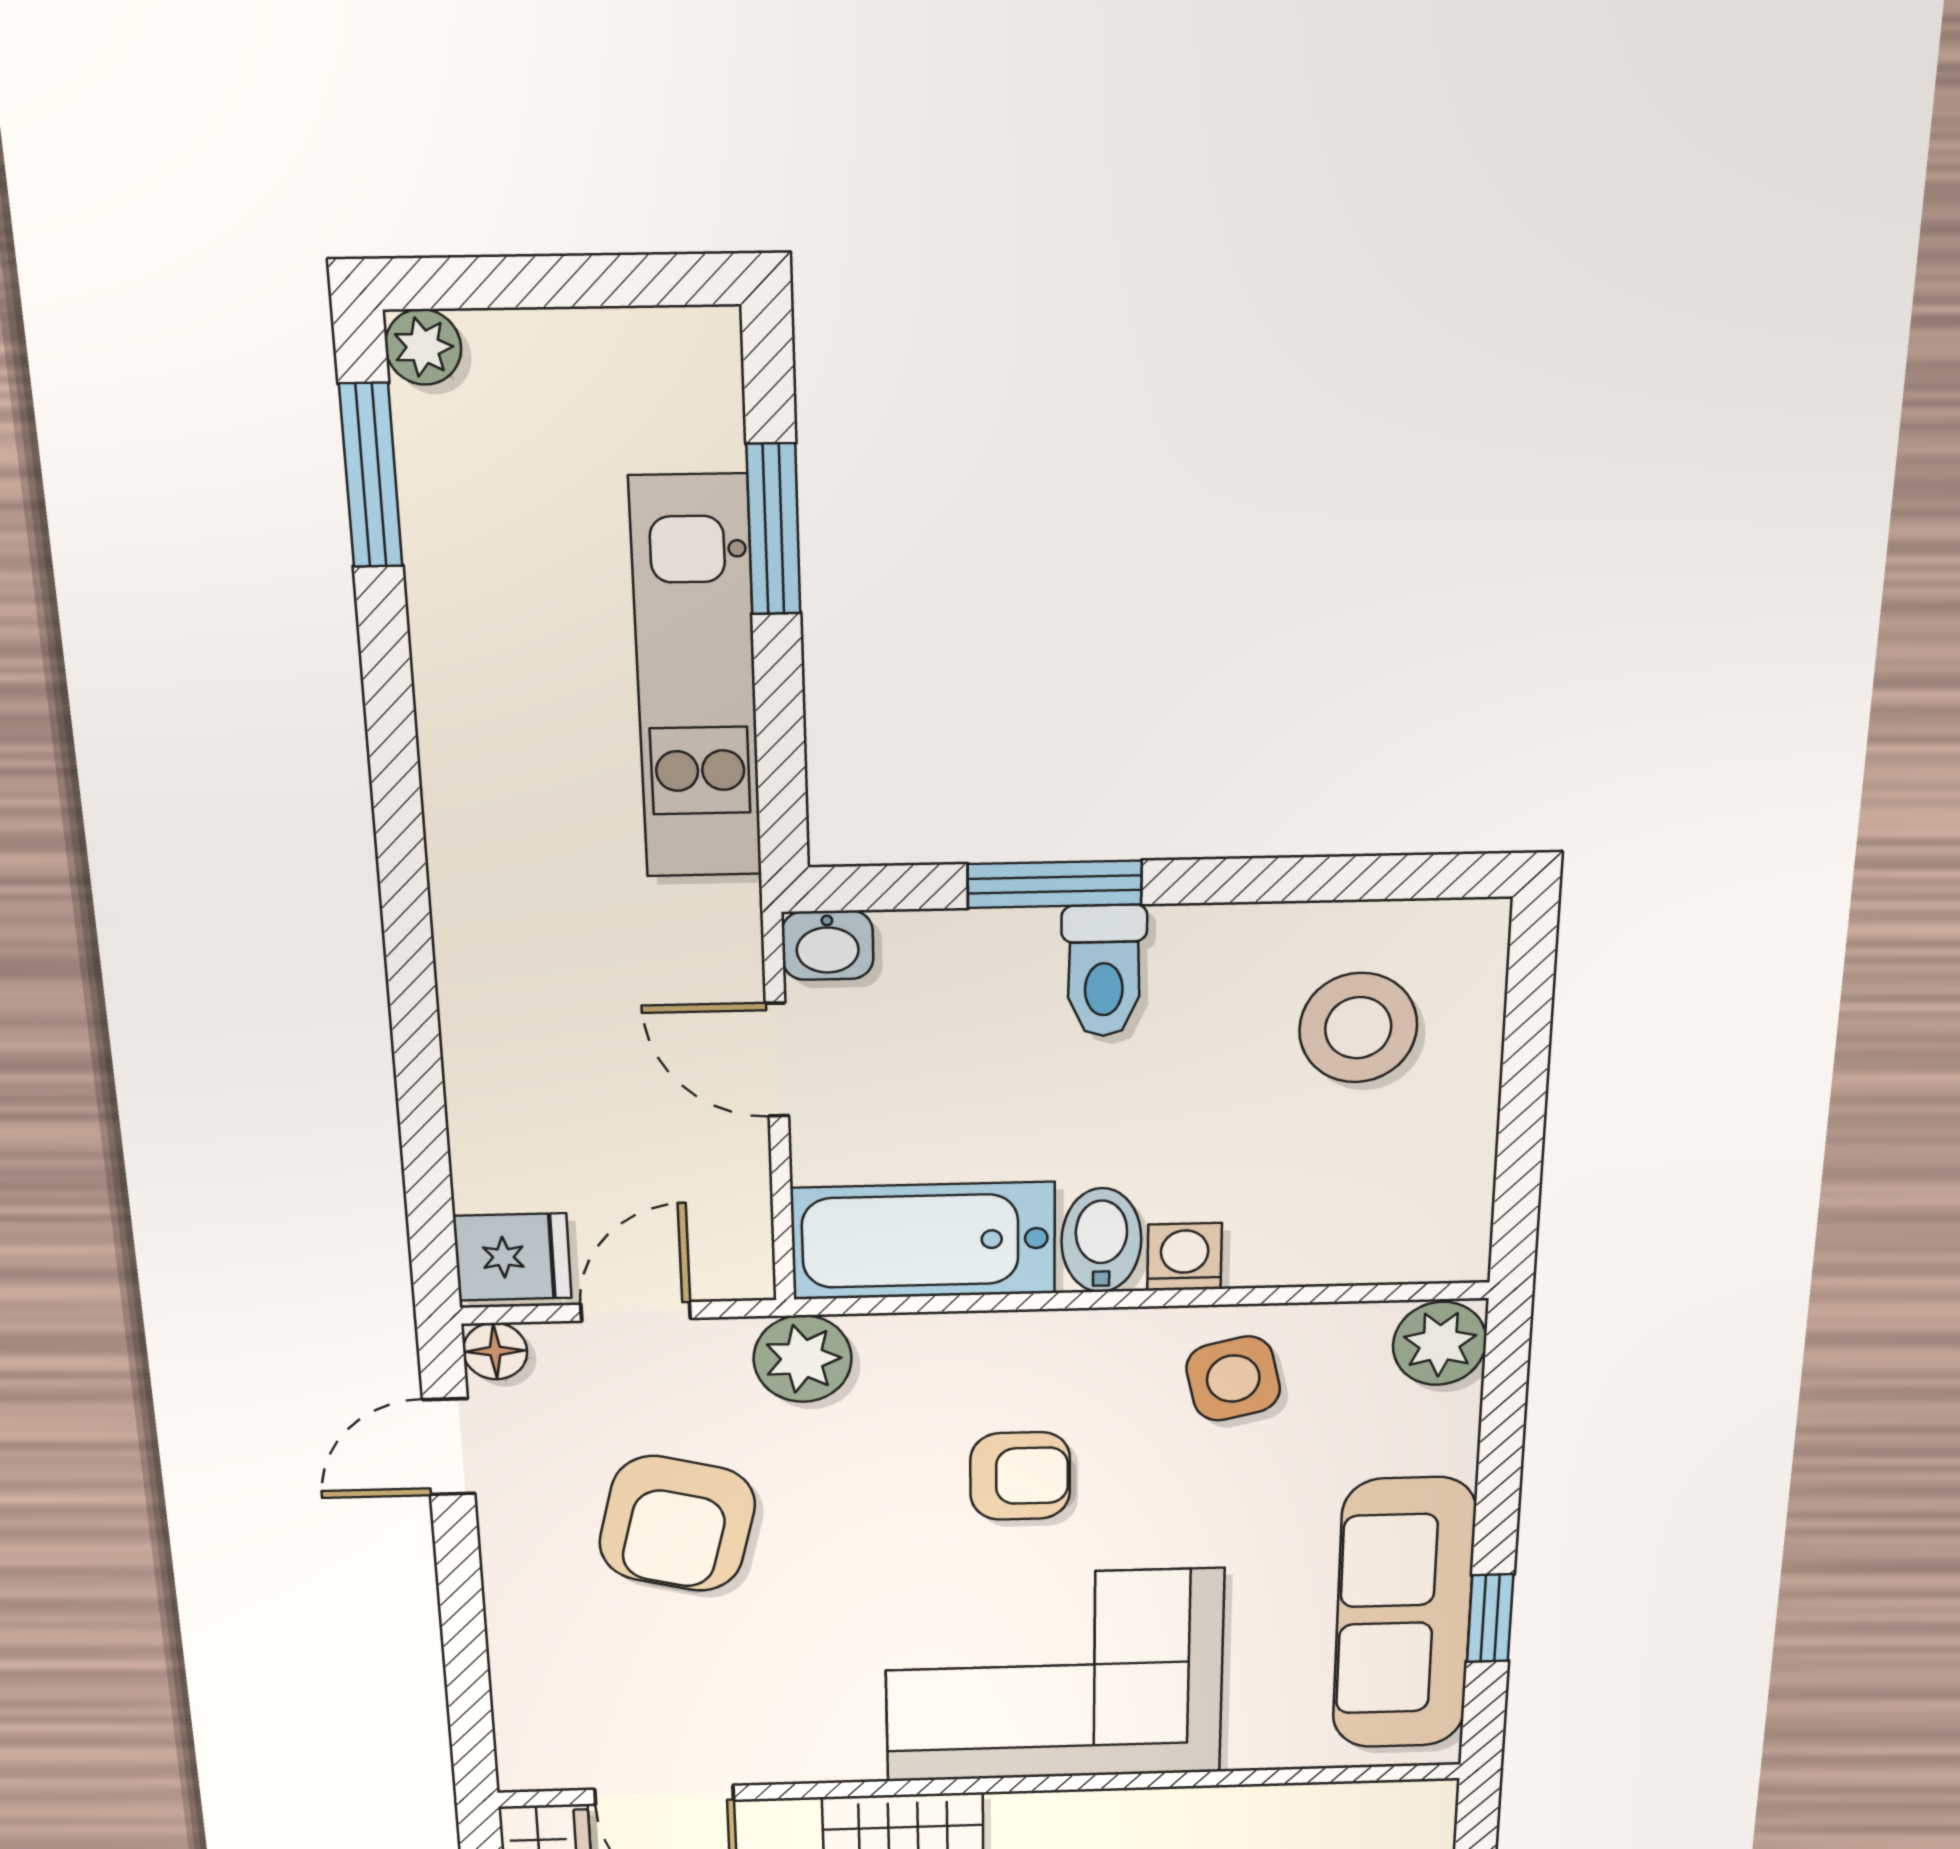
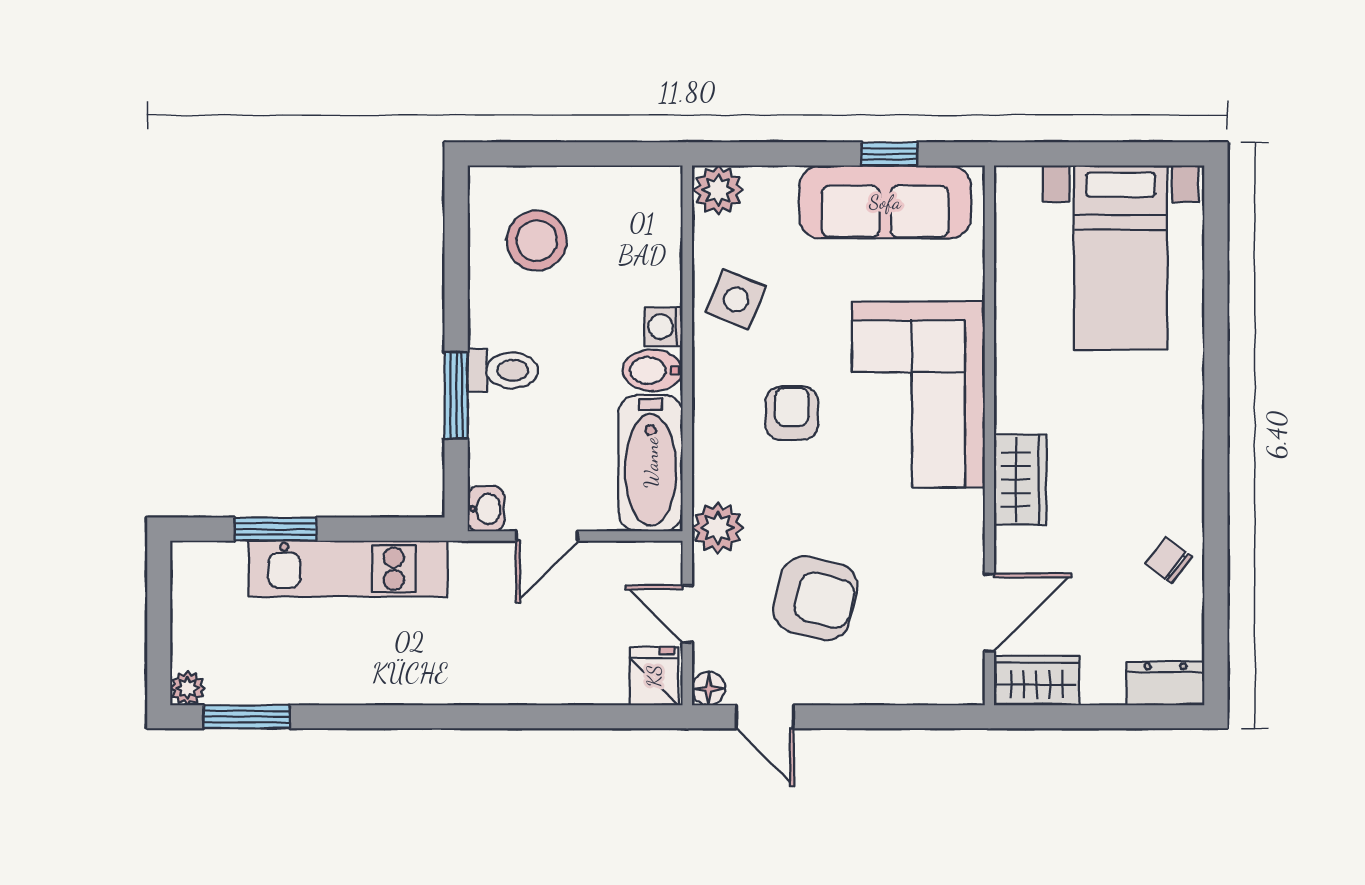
side table: (1233, 1379) -> (736, 300), turned 35

